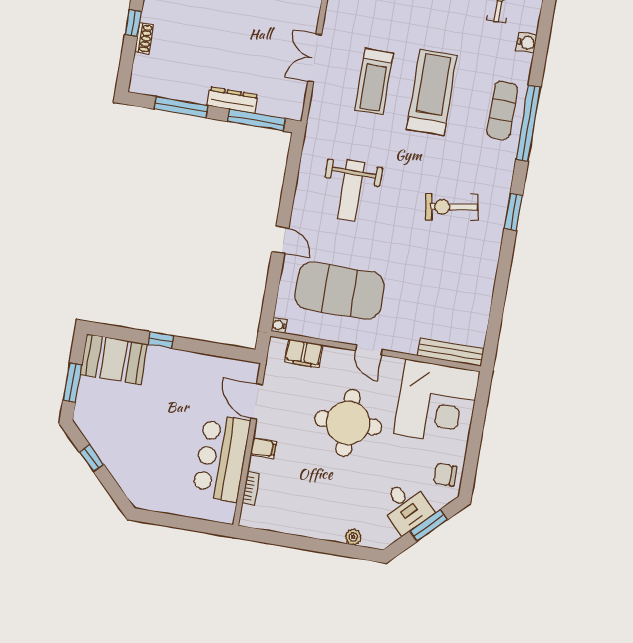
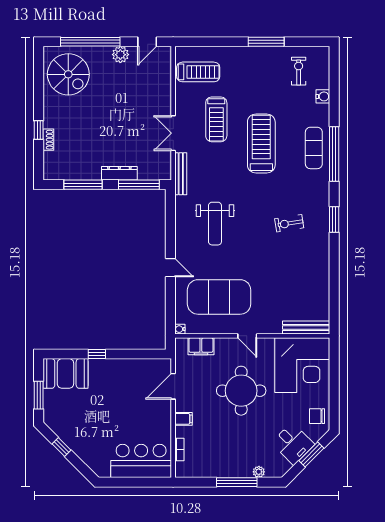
treadmill: (374, 81) -> (216, 119), moved
bench: (316, 115) -> (181, 174), added
exercise bike: (452, 207) -> (289, 223), width x0.73, depth x0.72
door: (257, 401) -> (173, 386), hinge flipped
bar counter: (221, 458) -> (141, 461), moved, turned 90
window: (321, 546) -> (237, 482), added

